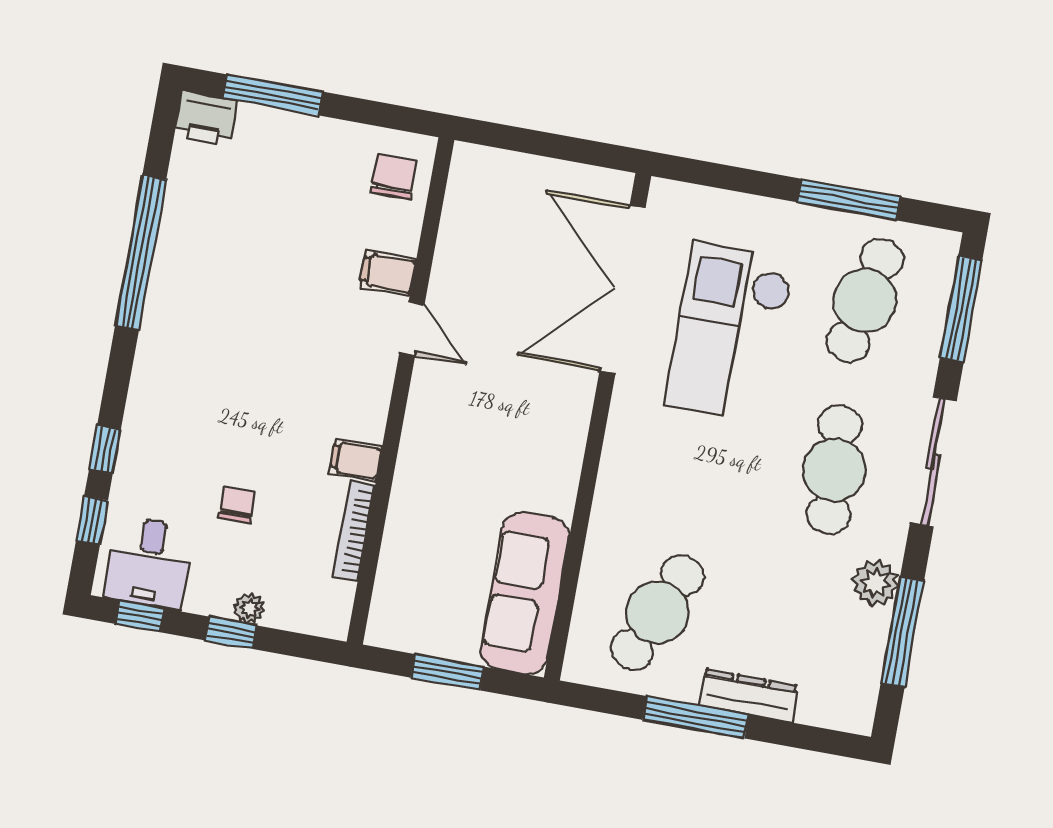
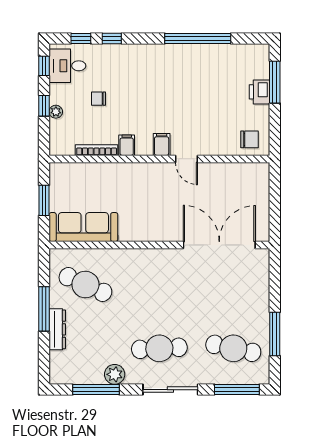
printer: (206, 119) -> (259, 92), moved
filing cabinet: (388, 273) -> (162, 144), moved
door: (412, 329) -> (186, 159), hinge flipped
checkout: (729, 333) -> (209, 294), removed
chair: (237, 505) -> (98, 99), turned 180

